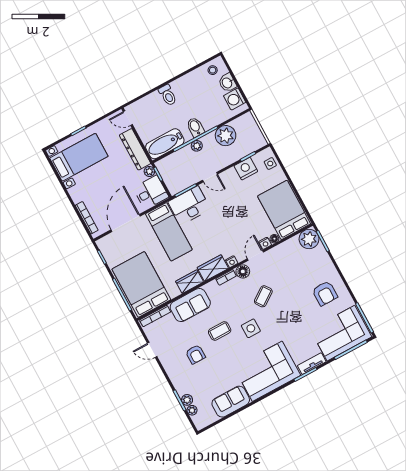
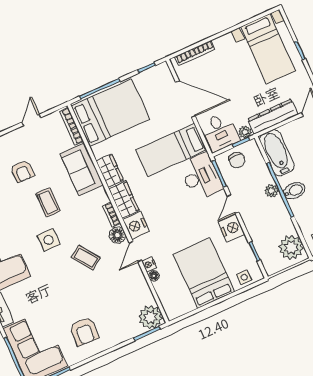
plant: (226, 136) -> (291, 247), moved
nightstand: (246, 169) -> (231, 228), moved
chair: (173, 176) -> (237, 160), added
bed: (284, 210) -> (204, 273), moved, turned -90
door: (255, 255) -> (135, 252), swing flipped
nightstand: (232, 262) -> (136, 226), width x1.89, depth x1.79
armchair: (325, 293) -> (84, 331), turned -87
armchair: (195, 354) -> (22, 171), turned -90

